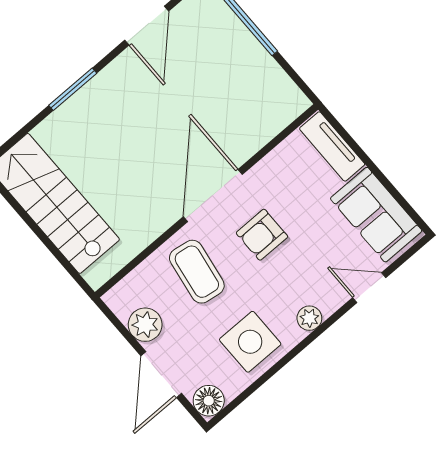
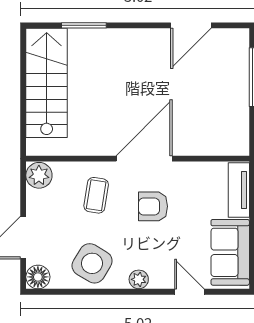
window: (73, 89) -> (84, 25), moved
coffee table: (197, 272) -> (96, 195), width x0.73, depth x0.77
plant: (145, 325) -> (39, 175), moved
side table: (250, 342) -> (92, 263), turned 31

